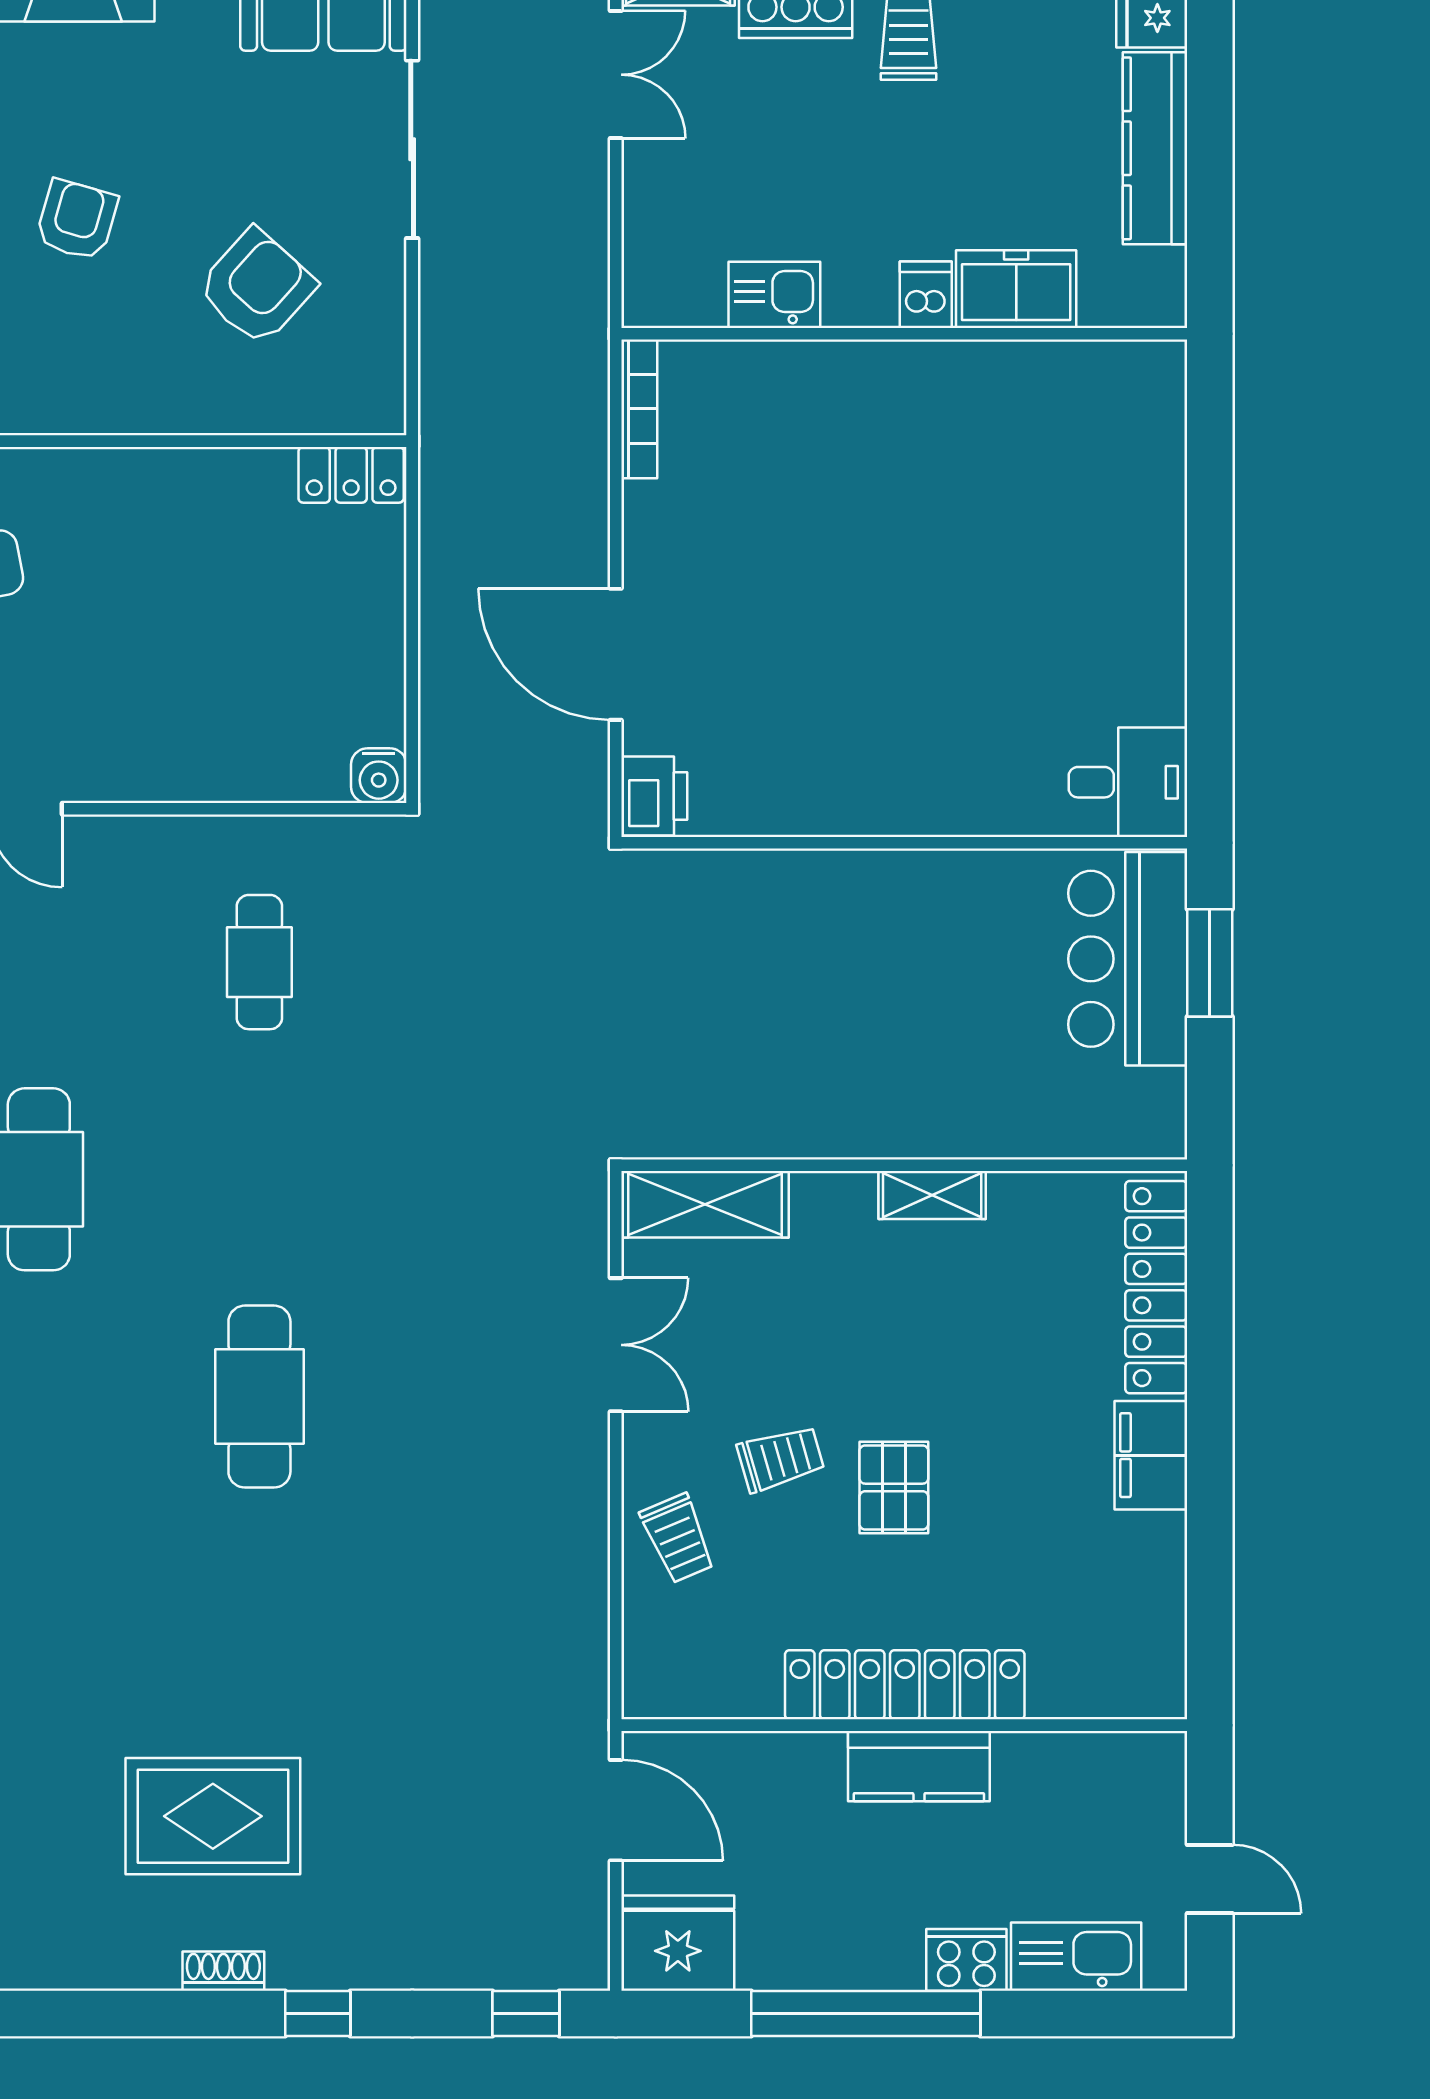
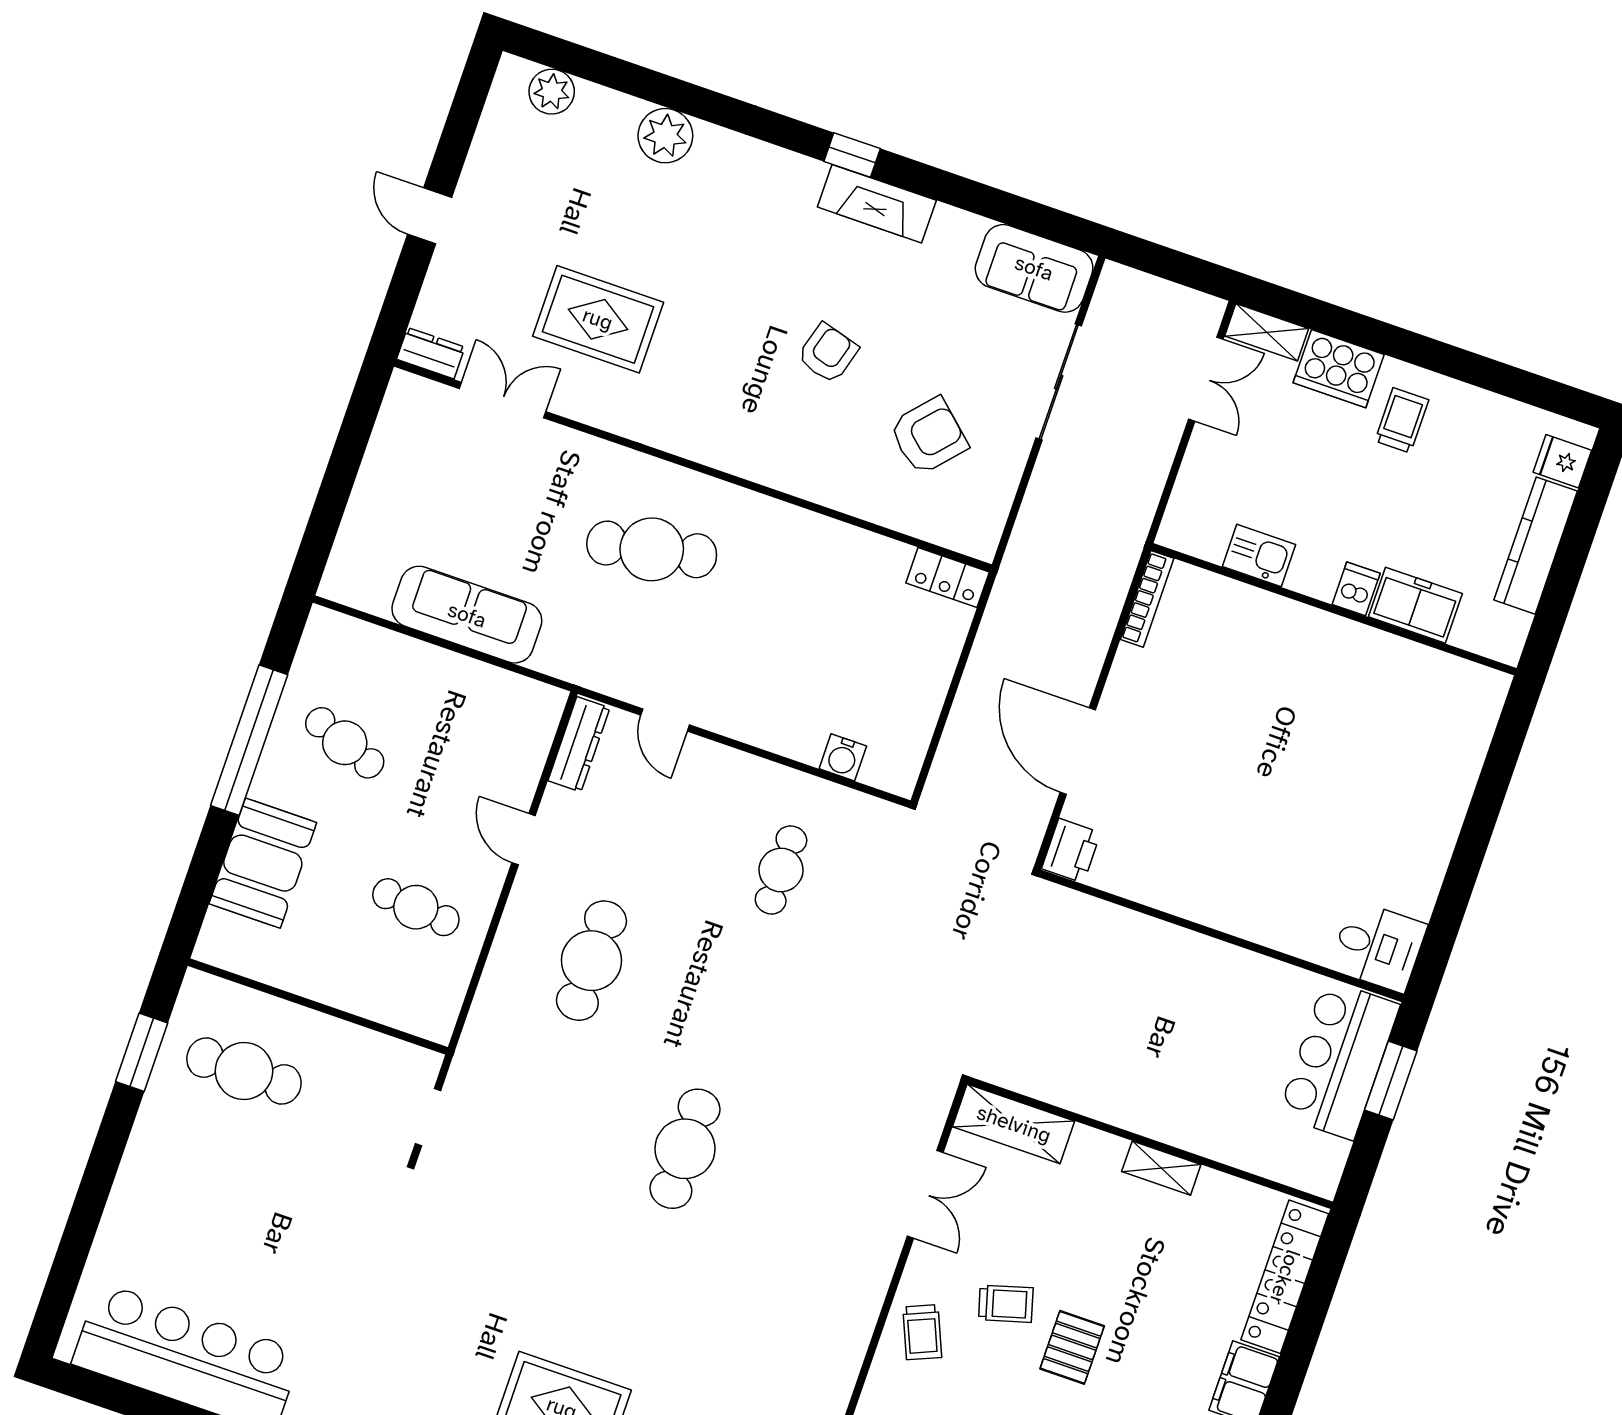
water cooler: (379, 776) -> (843, 757), moved

